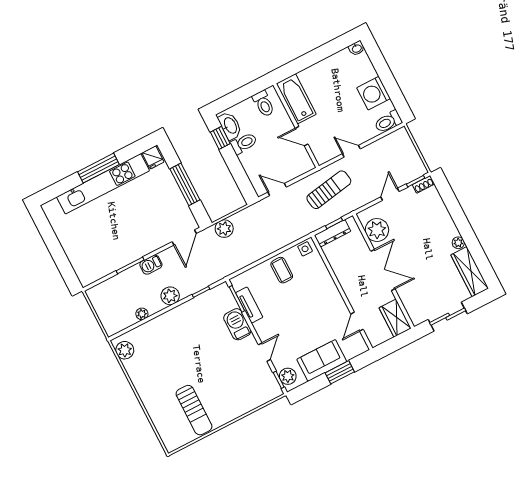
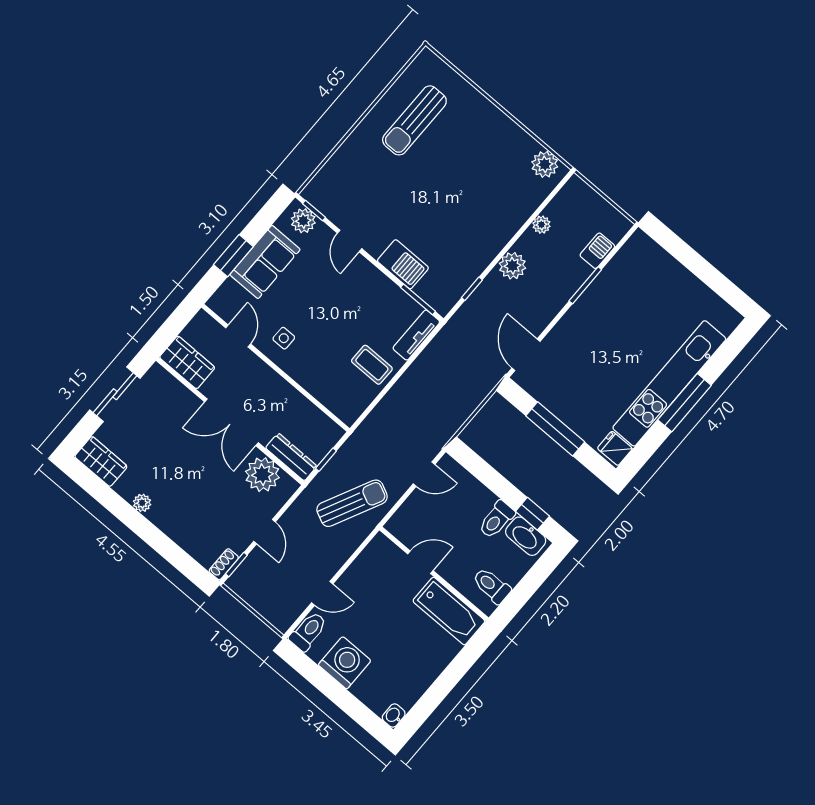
door: (351, 151) -> (322, 593), moved
sun lounger: (329, 190) -> (352, 503), turned -144
plant: (224, 229) -> (476, 390), removed
dresser: (333, 233) -> (291, 457), moved, turned 90
side table: (305, 249) -> (284, 338), moved
barbecue: (151, 265) -> (597, 251), moved
wardrobe: (470, 272) -> (101, 461), width x0.67
tv unit: (249, 305) -> (416, 335), moved, turned 90
sun lounger: (194, 410) -> (414, 120), turned -90

